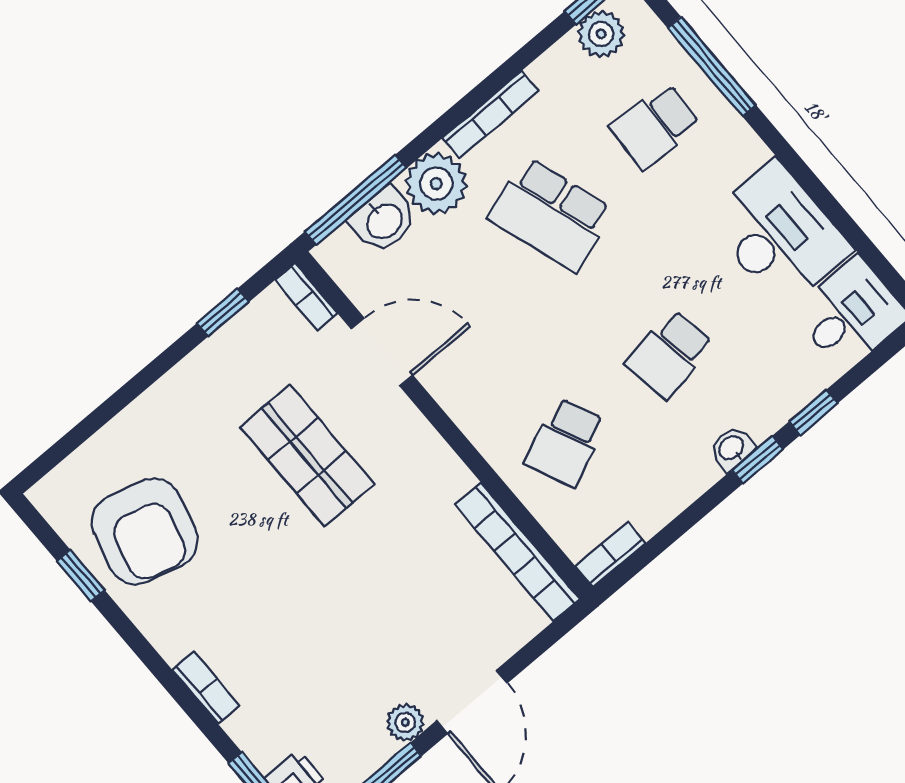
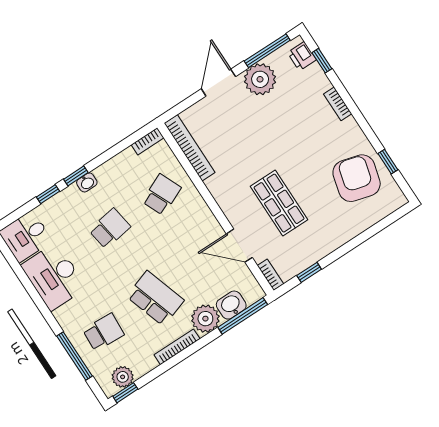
plant: (405, 722) -> (260, 79), width x1.88, depth x1.88

